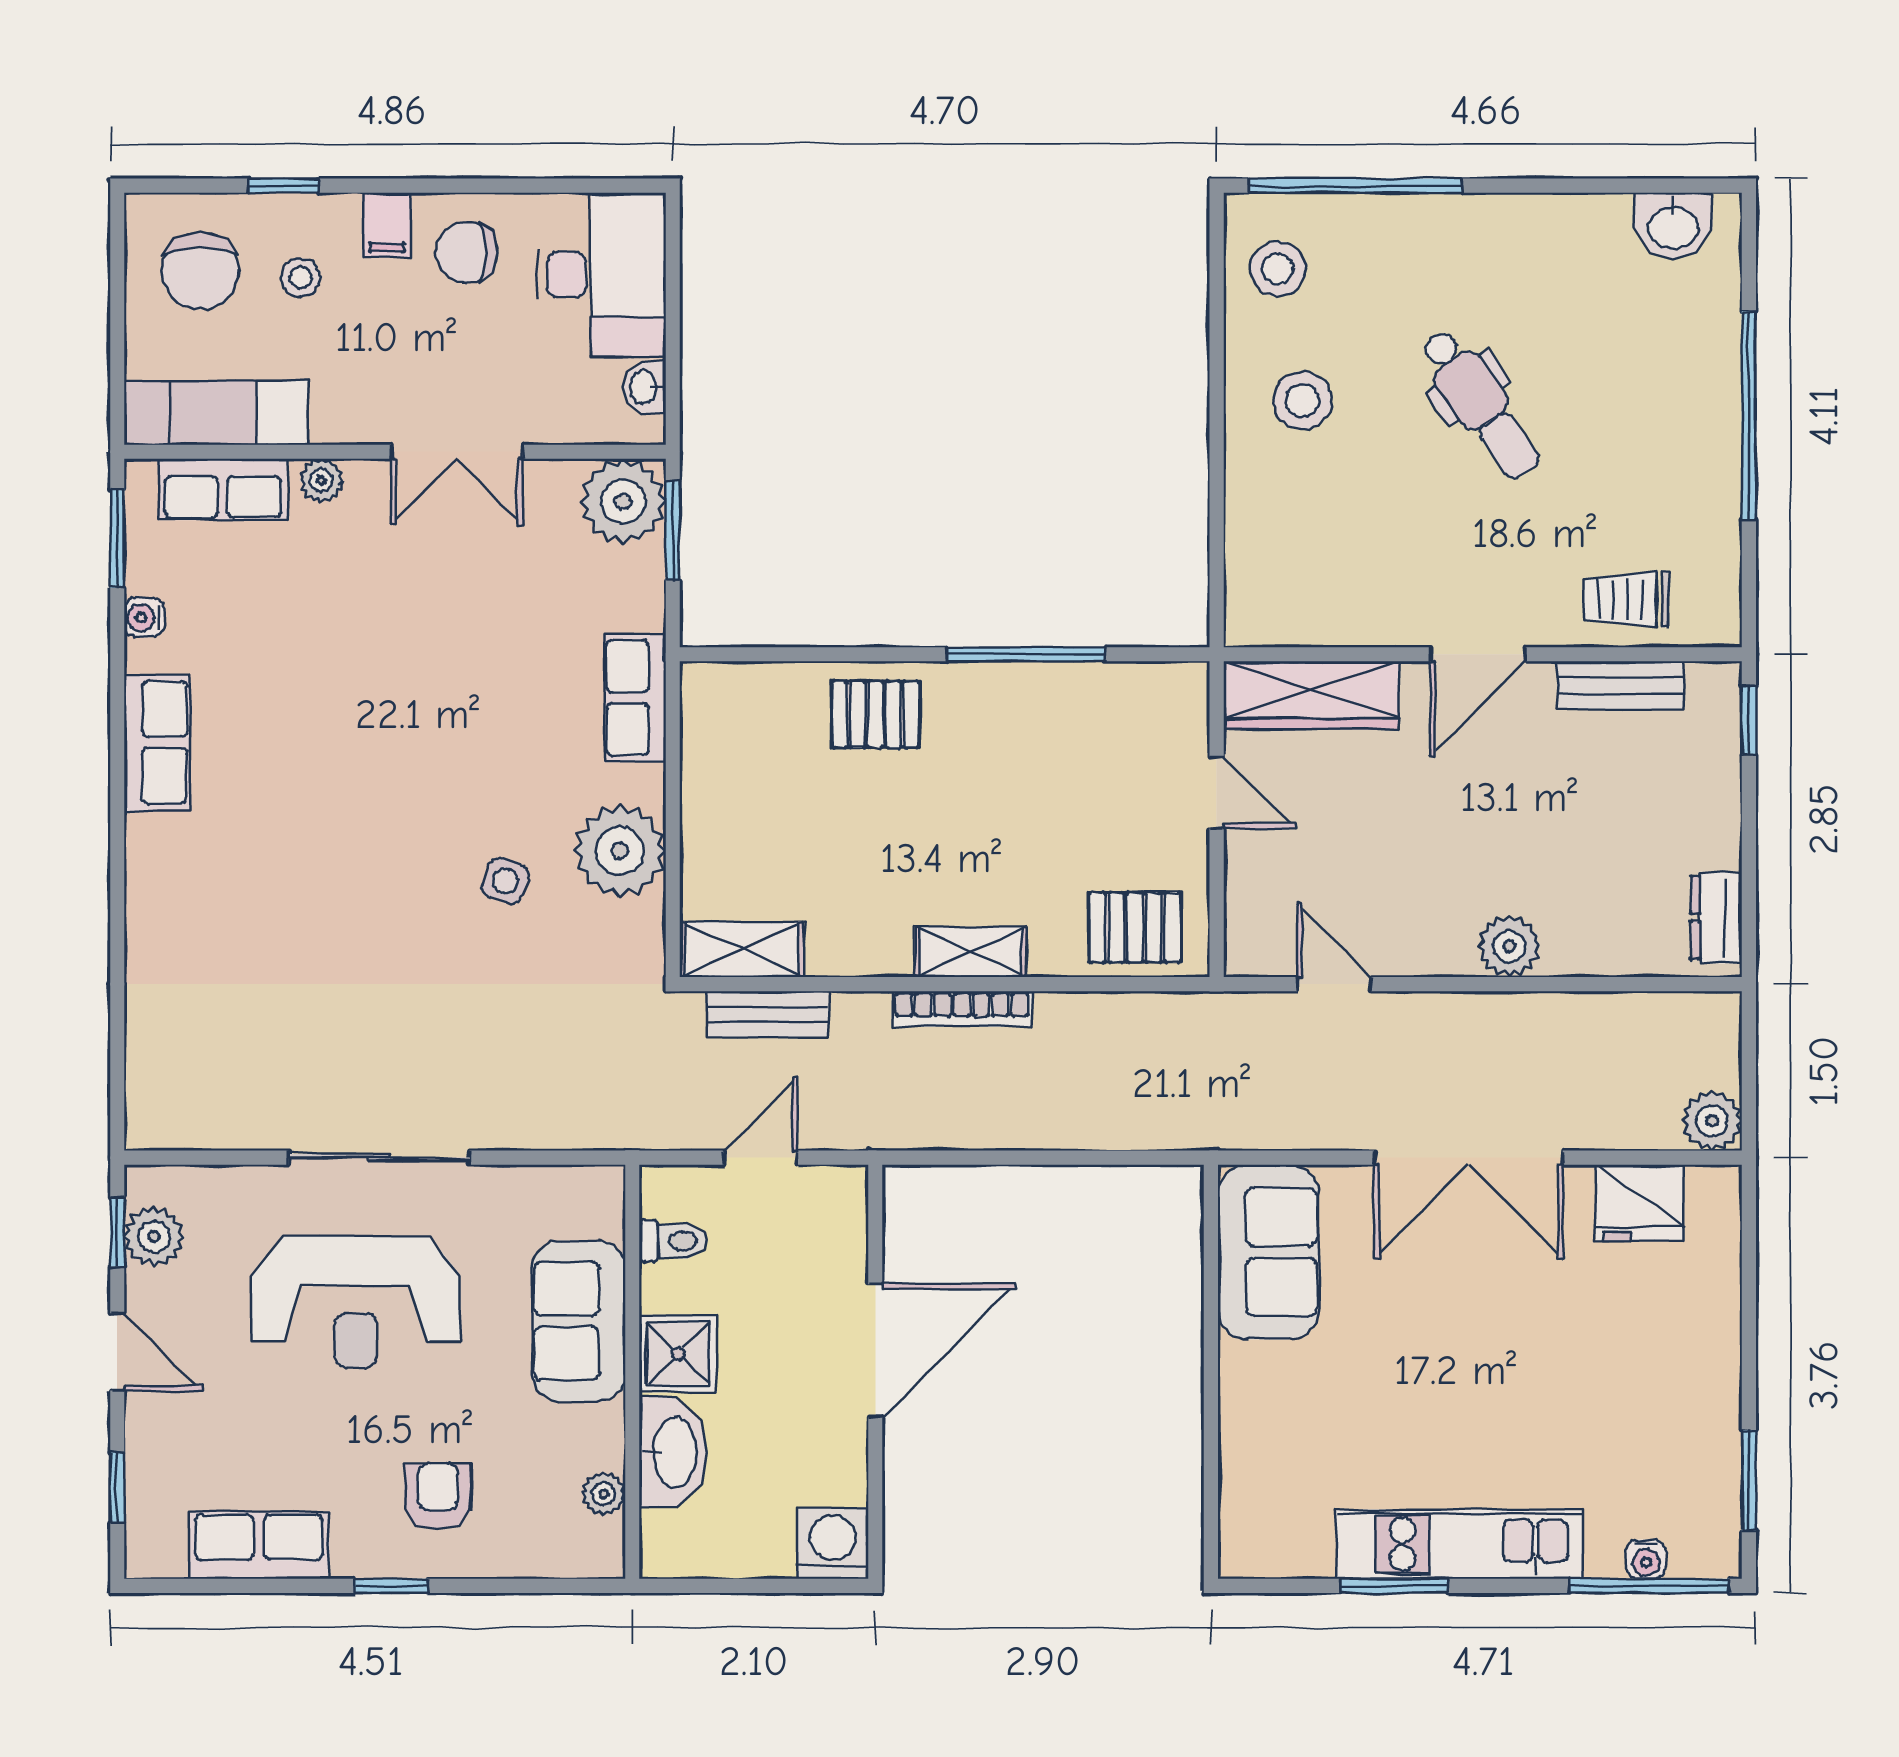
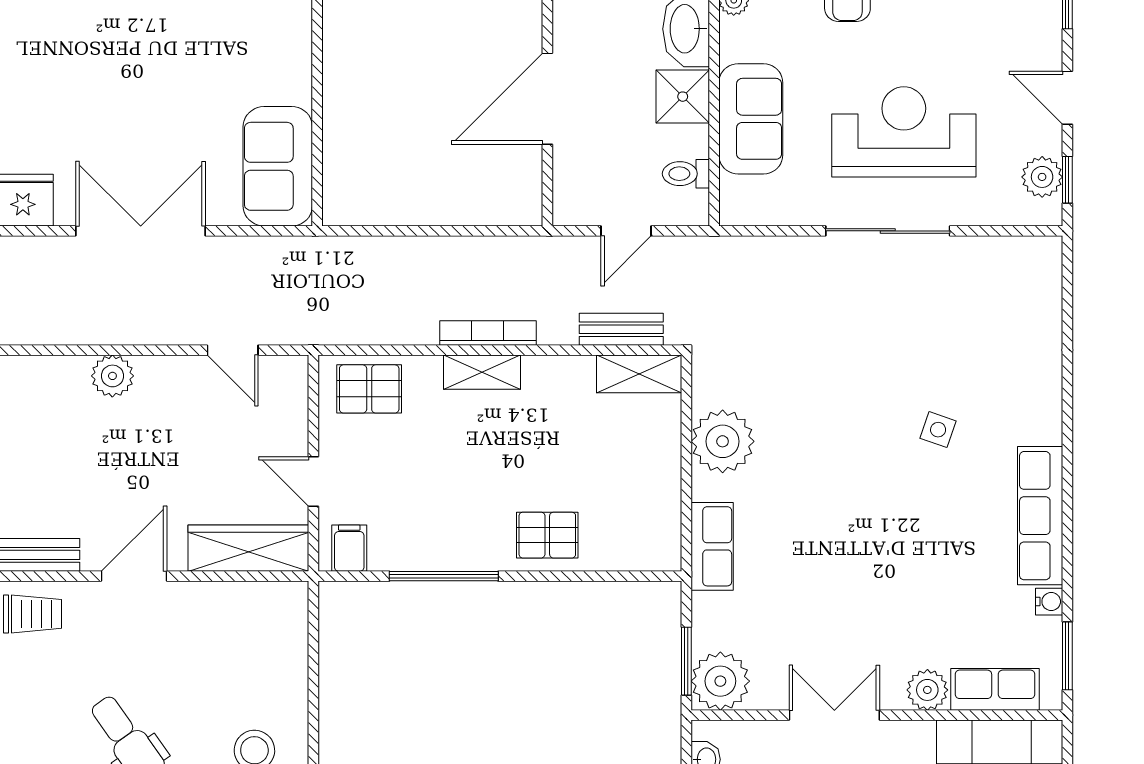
plant: (321, 480) -> (927, 690), width x1.38, depth x1.38
filing cabinet: (1164, 695) -> (349, 548), added
row of seats: (157, 743) -> (1040, 516), width x1.48
side table: (505, 881) -> (938, 430), moved

